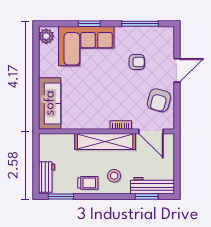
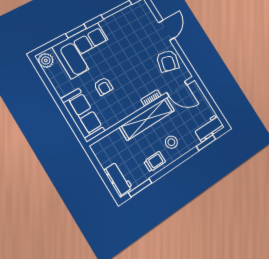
armchair: (137, 62) -> (103, 86), moved, turned 90
workbench: (153, 186) -> (209, 128), width x0.73

